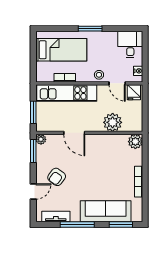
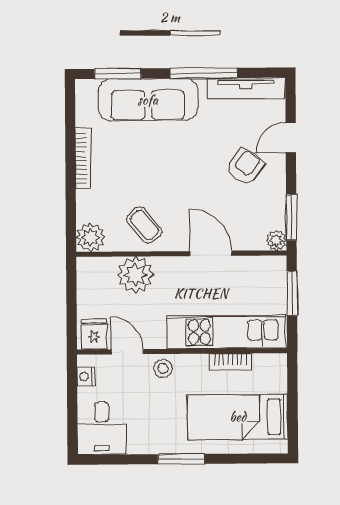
coffee table: (108, 148) -> (144, 225), added
tv unit: (56, 217) -> (246, 88), width x1.41

